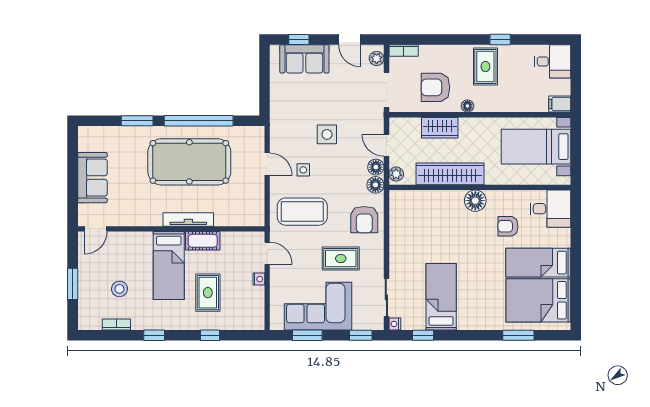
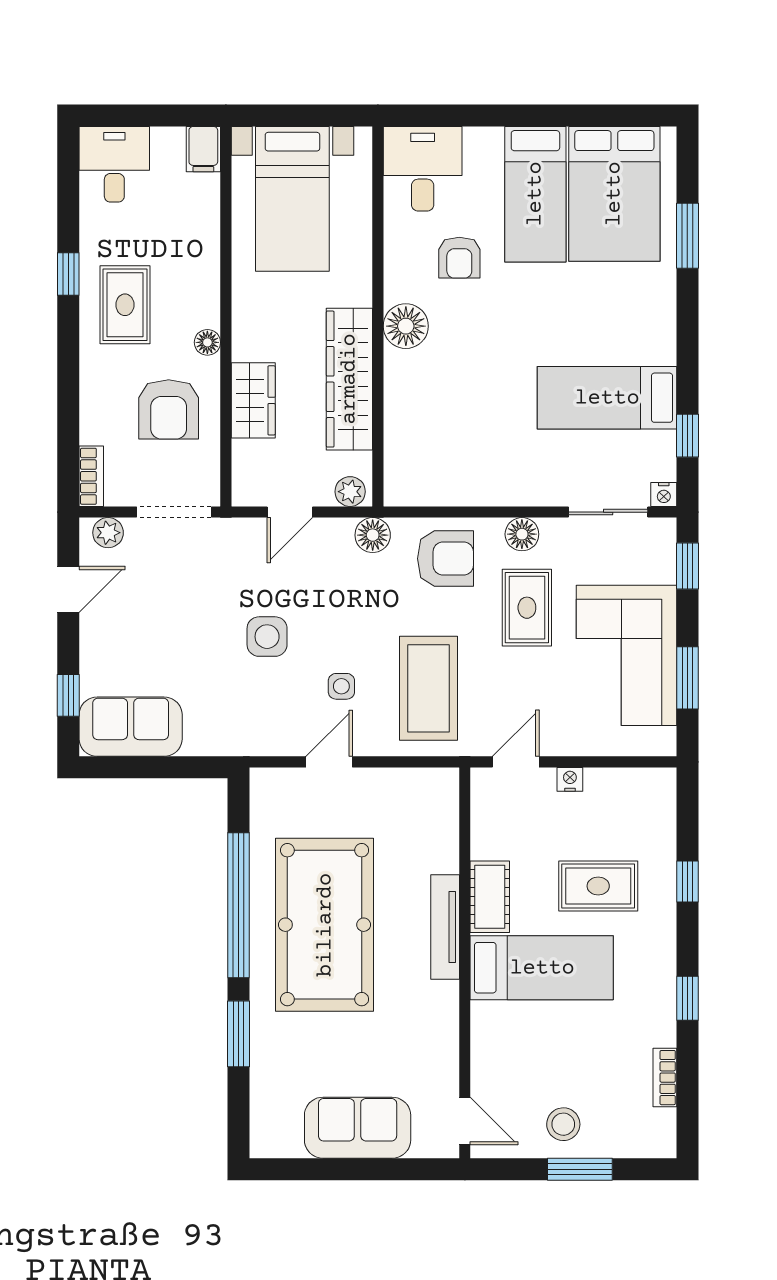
sofa: (304, 59) -> (131, 727), moved, turned -90
rug: (485, 67) -> (125, 305), turned 90
floor lamp: (376, 167) -> (522, 534), moved
stool: (120, 289) -> (563, 1124), moved

